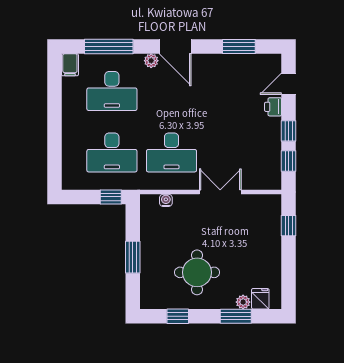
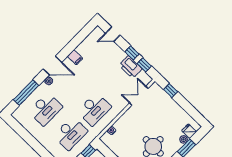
window: (239, 46) -> (78, 40), removed
filing cabinet: (70, 65) -> (75, 57), moved
door: (289, 84) -> (113, 34), hinge flipped
printer: (273, 107) -> (131, 67), moved, width x1.87, depth x1.48
double door: (220, 192) -> (139, 96), moved

